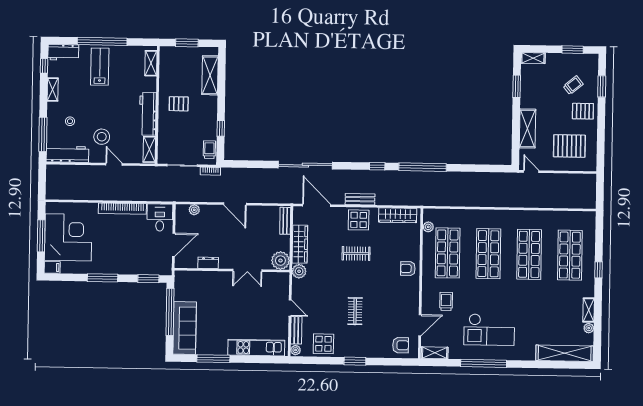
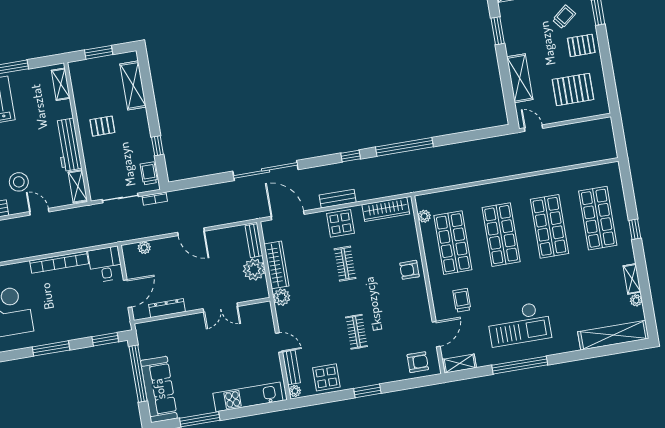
clothes rail: (356, 254) -> (345, 264), turned 90
plant: (280, 261) -> (254, 270), moved
dresser: (208, 263) -> (167, 308), width x1.44

